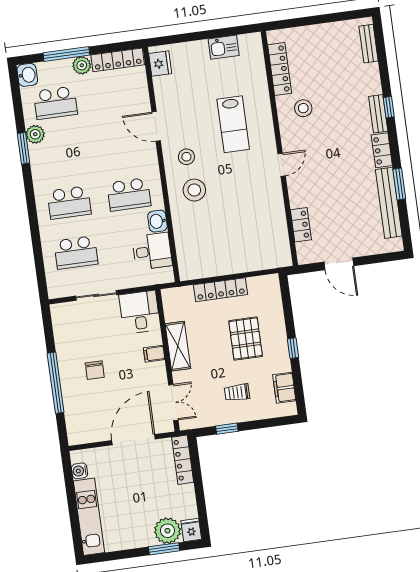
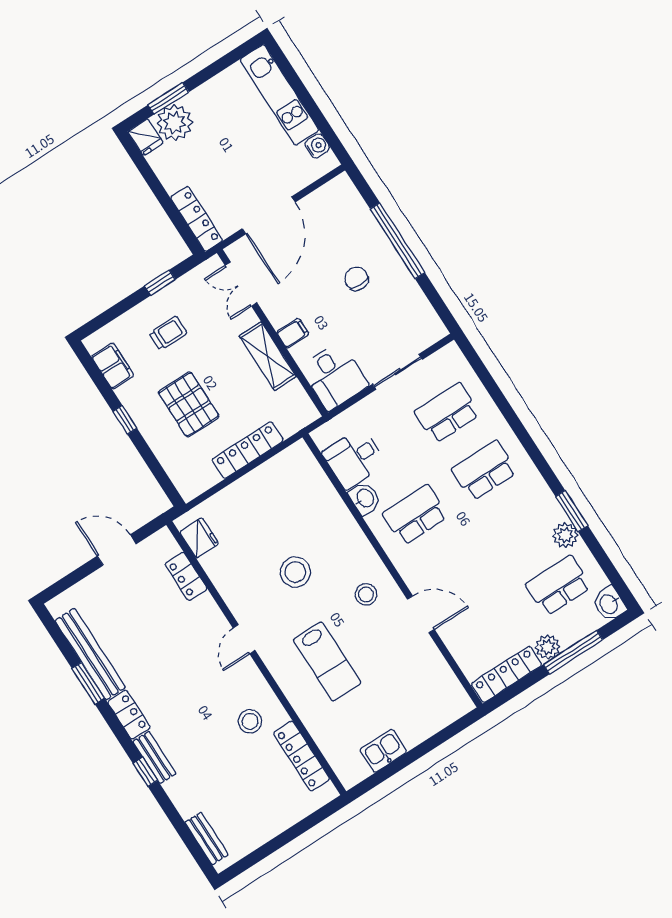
fridge: (160, 64) -> (199, 538), moved, turned 180
lab bench: (233, 124) -> (327, 661), turned 180
stool: (194, 190) -> (295, 572), moved

